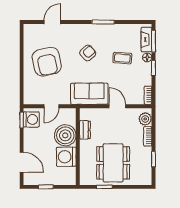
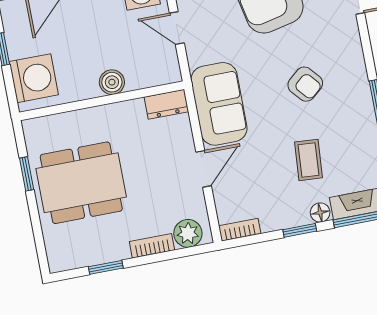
dresser: (85, 130) -> (166, 104), moved
boiler: (65, 135) -> (112, 82), width x0.54, depth x0.54
washing machine: (66, 157) -> (34, 78), moved, turned 90

